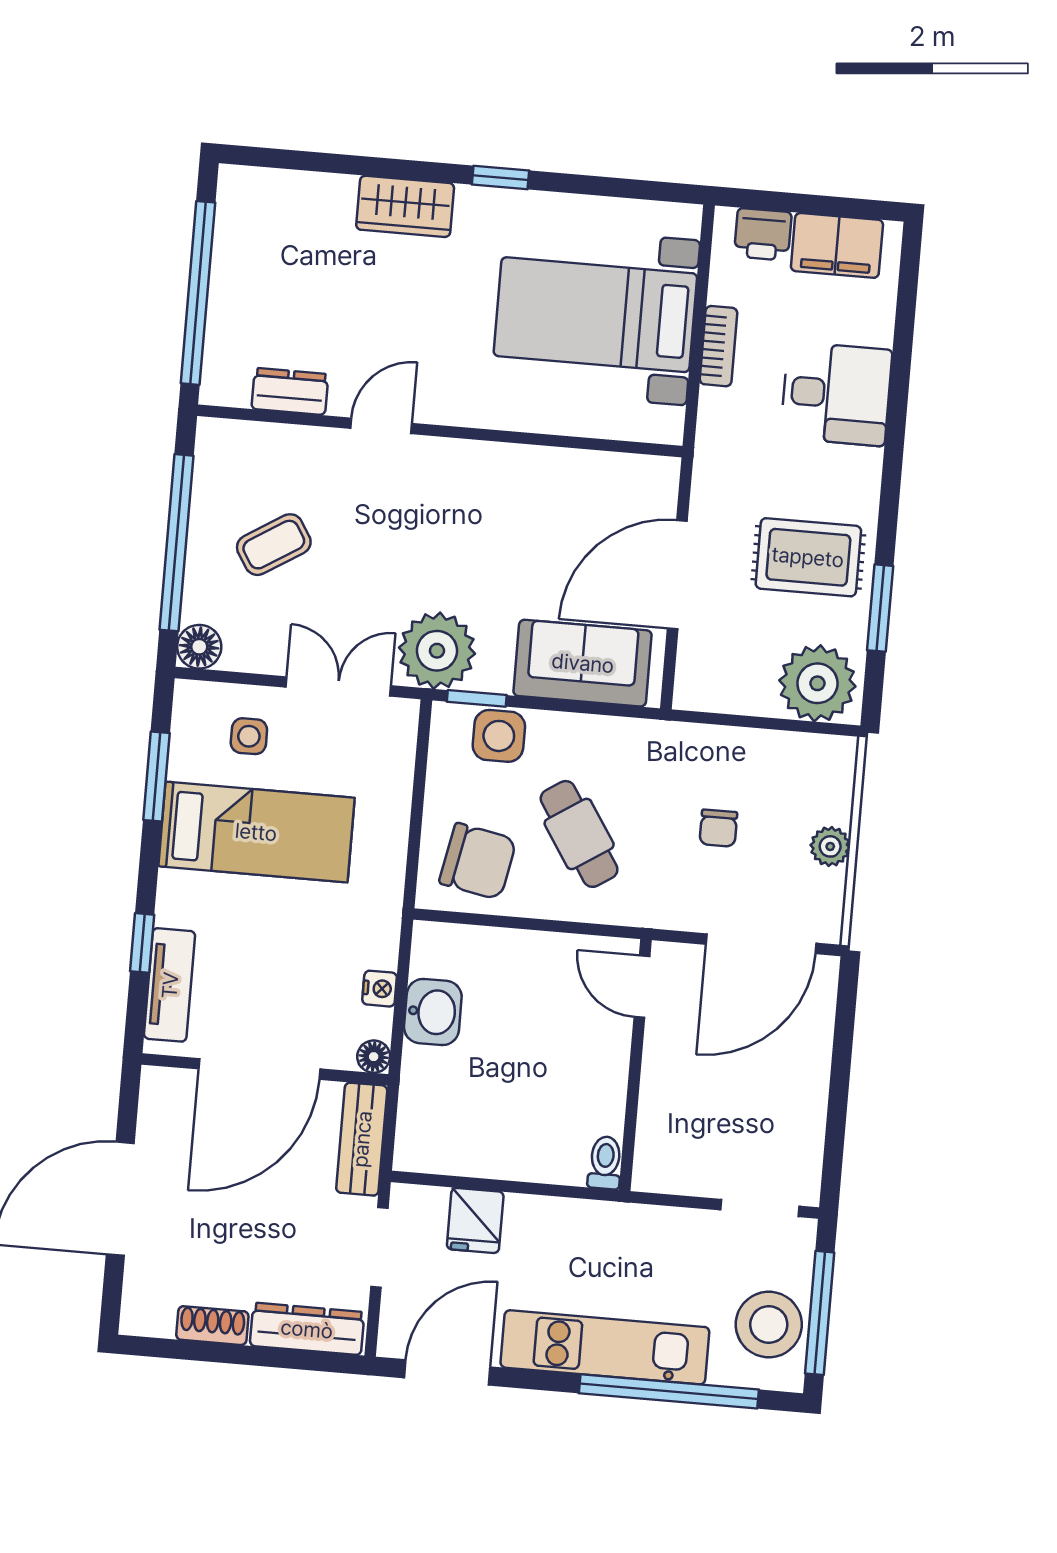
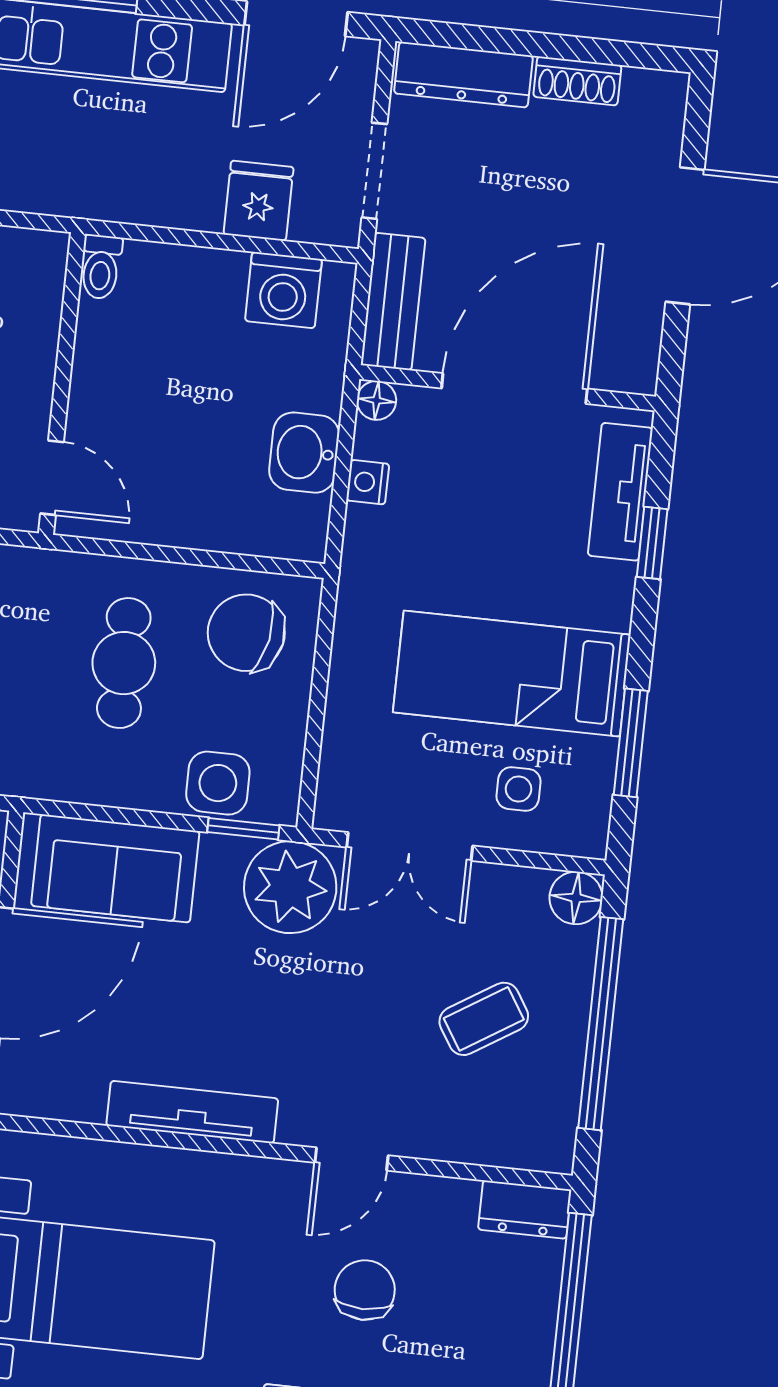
chair: (368, 317) -> (365, 1290), added
dresser: (290, 391) -> (525, 1210), moved
tv unit: (514, 462) -> (192, 1112), added
cafe table: (579, 834) -> (124, 663), turned 33
washing machine: (453, 1147) -> (283, 290), added

